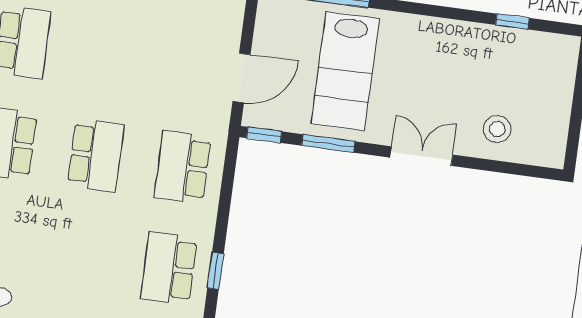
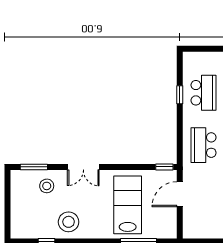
stool: (464, 54) -> (69, 222), added
window: (328, 144) -> (34, 167), moved
school desk: (183, 167) -> (204, 145), turned 180

